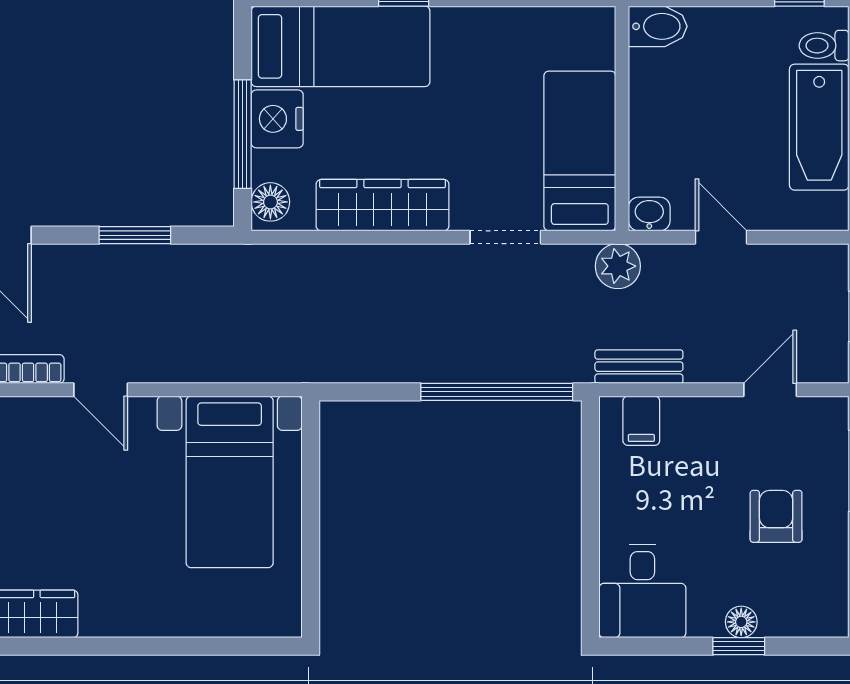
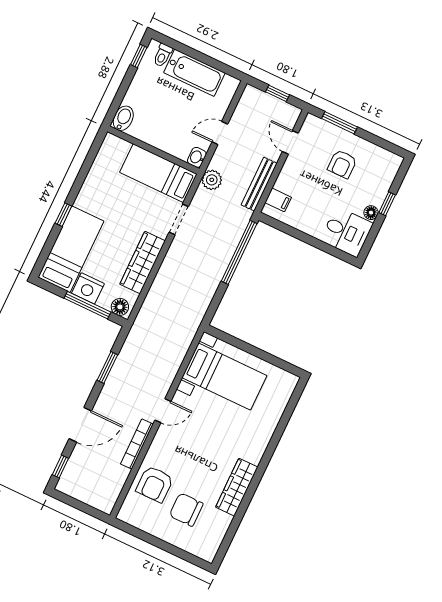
bench: (639, 367) -> (259, 184), width x1.36
armchair: (776, 516) -> (342, 164), turned -90
floor lamp: (741, 622) -> (371, 213), moved

